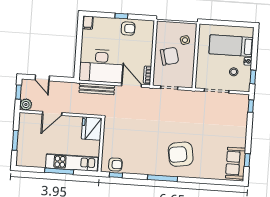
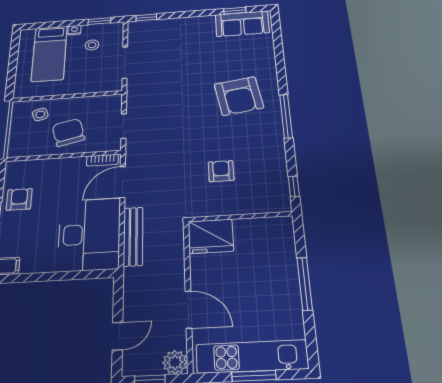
kitchen unit: (72, 162) -> (252, 356), moved, turned 90
armchair: (115, 164) -> (221, 171), moved

